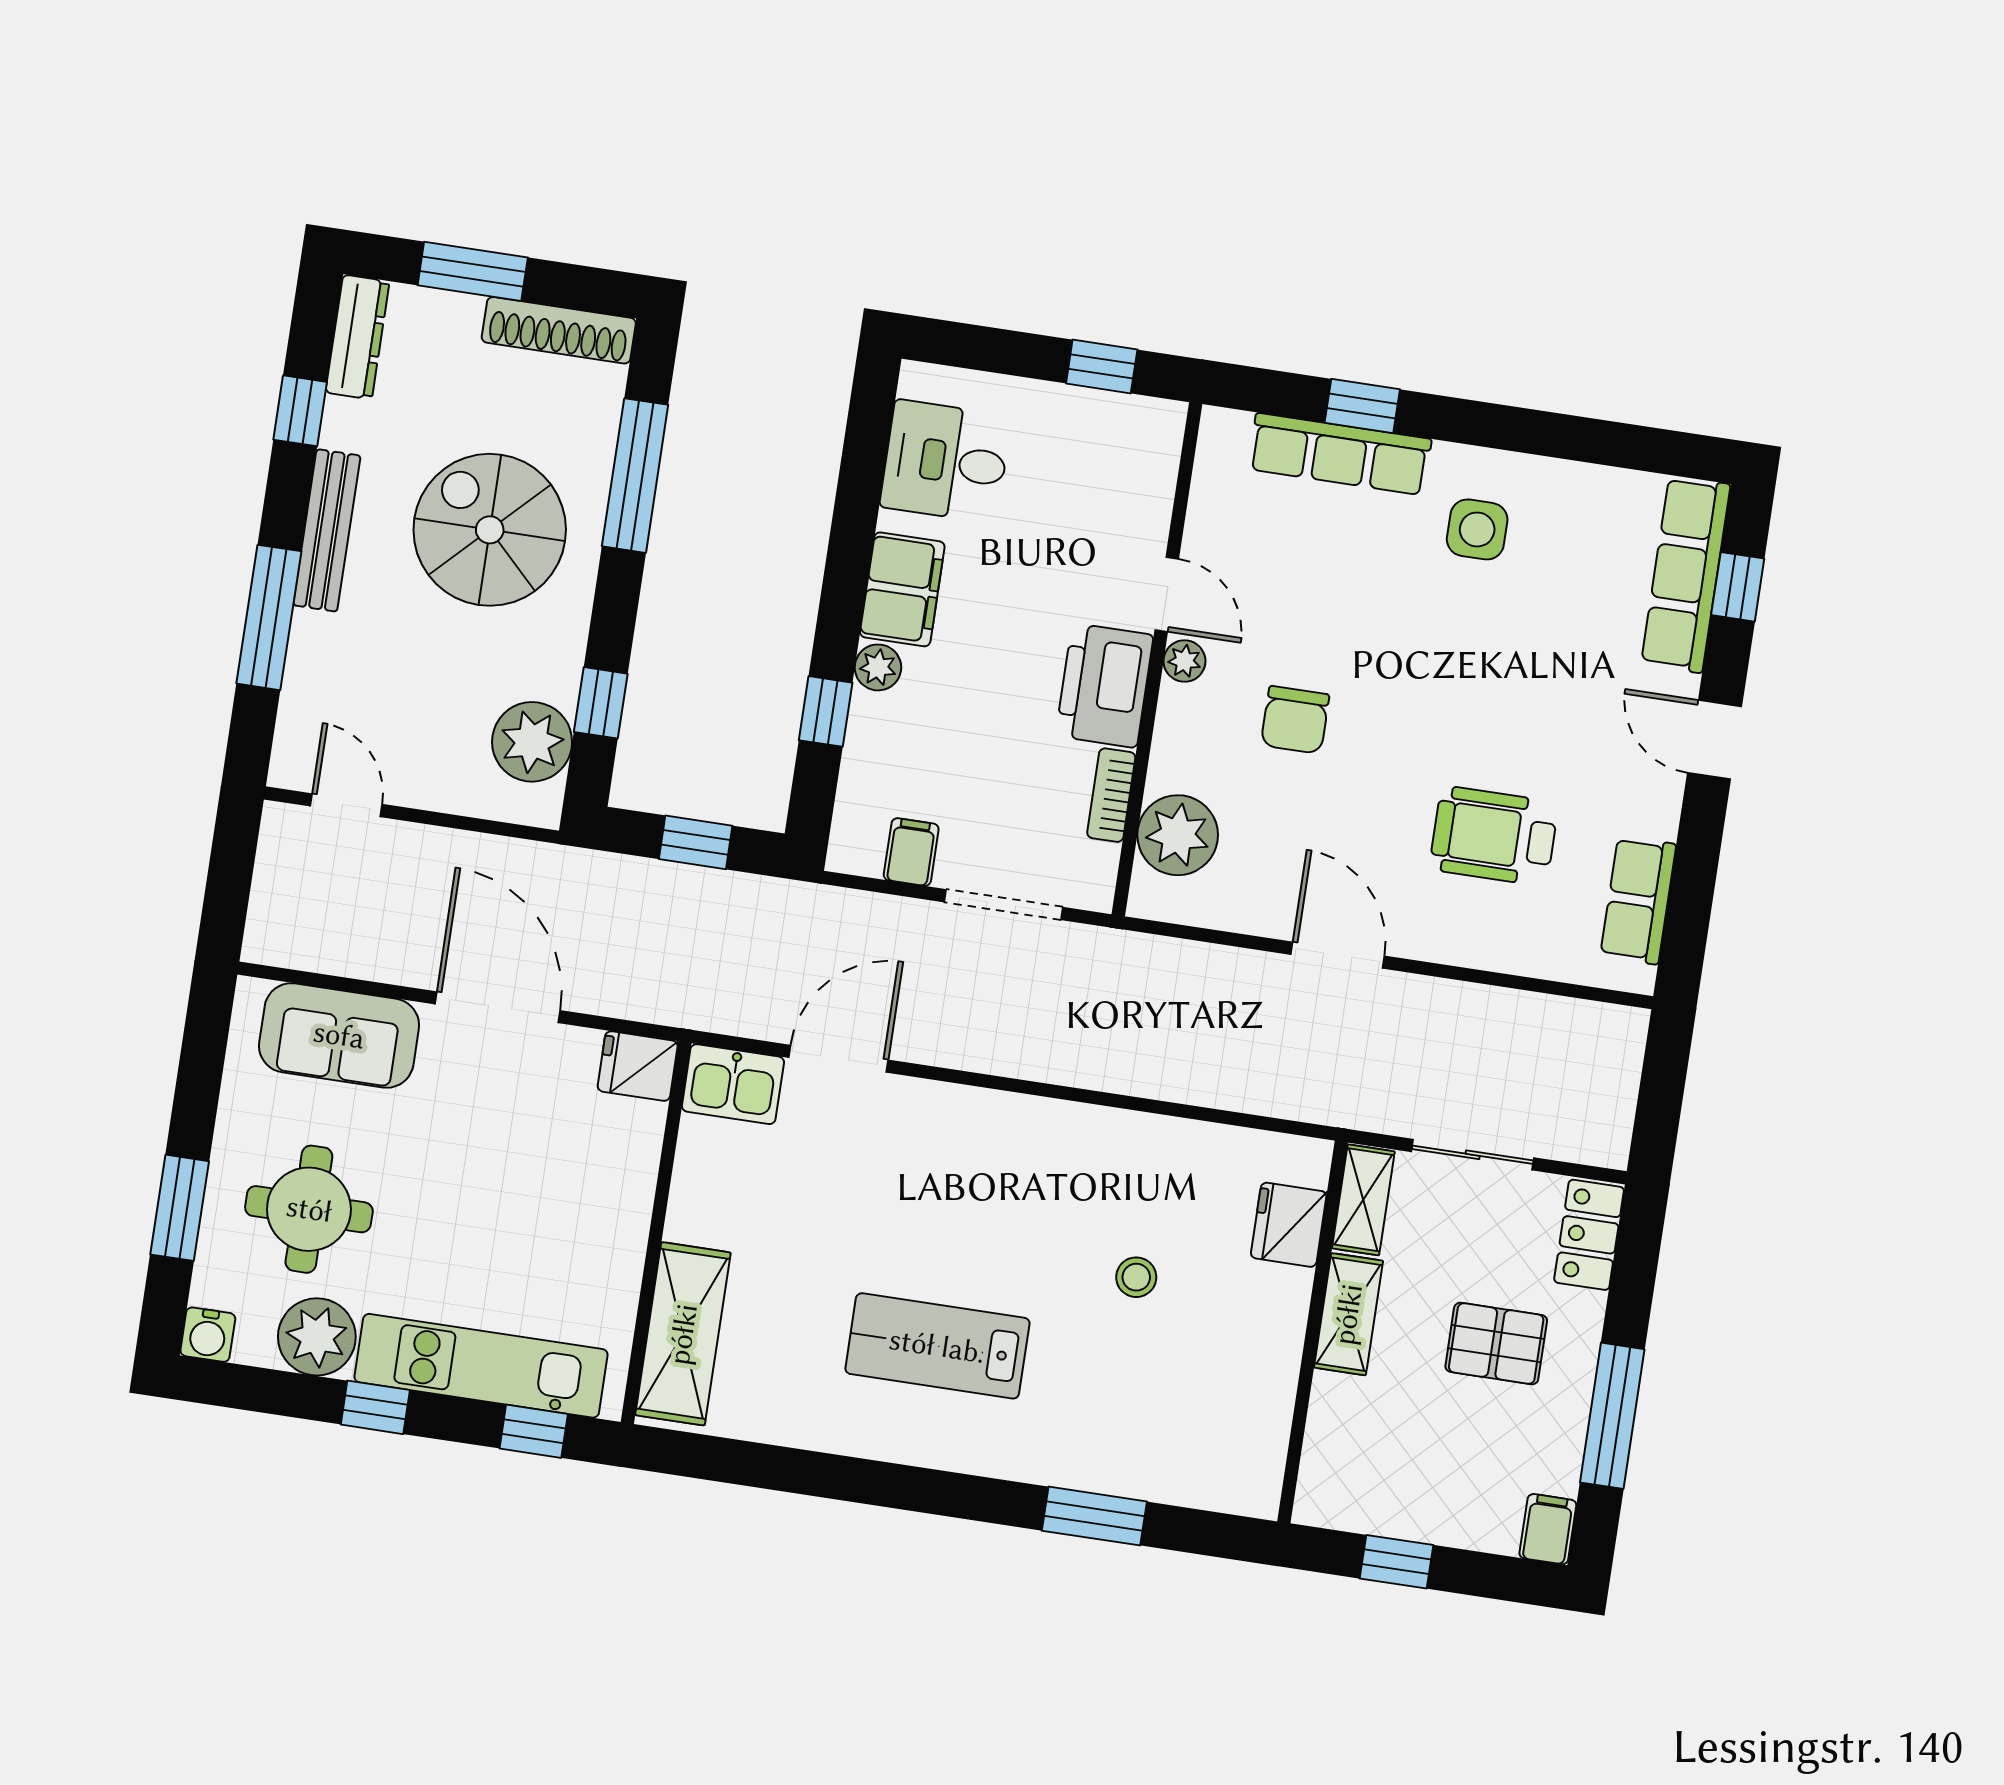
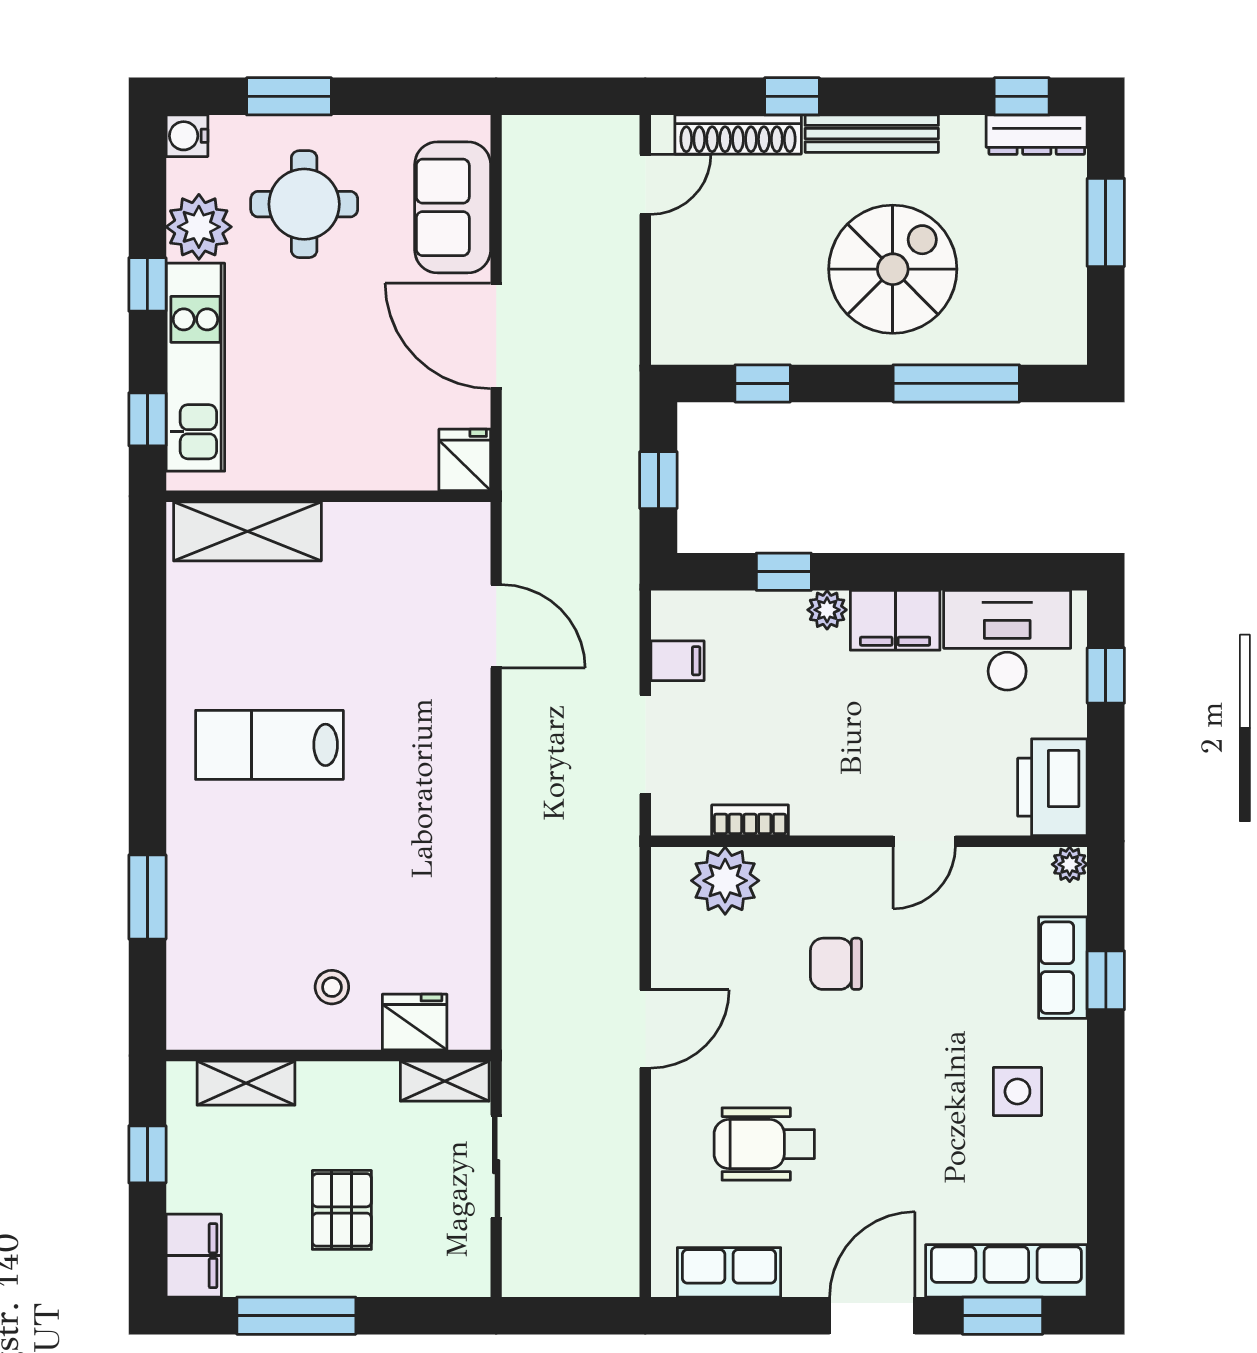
shoe rack: (559, 330) -> (738, 134), moved, turned -90
window: (1102, 367) -> (1106, 675), moved
window: (300, 411) -> (1022, 96), moved
row of seats: (1340, 454) -> (1063, 968), width x0.68
desk: (946, 461) -> (1007, 640), width x1.37
window: (1738, 587) -> (1002, 1316), width x1.50
window: (269, 617) -> (792, 96), width x0.46
plant: (1184, 661) -> (1070, 864), moved
printer: (1104, 685) -> (1052, 787), moved, turned -90
door: (1715, 740) -> (872, 1316), width x1.38
plant: (532, 742) -> (722, 331), removed
wheelchair: (1494, 836) -> (764, 1144), turned -90
door: (498, 1007) -> (496, 336), swing flipped
kitchen sink: (733, 1084) -> (462, 542), removed
locker: (1589, 1235) -> (444, 1274), removed
stool: (1136, 1277) -> (332, 987), moved
shelving: (1348, 1314) -> (246, 1083), moved
lab bench: (937, 1346) -> (269, 745), turned -90
filing cabinet: (1548, 1529) -> (194, 1256), width x2.00

